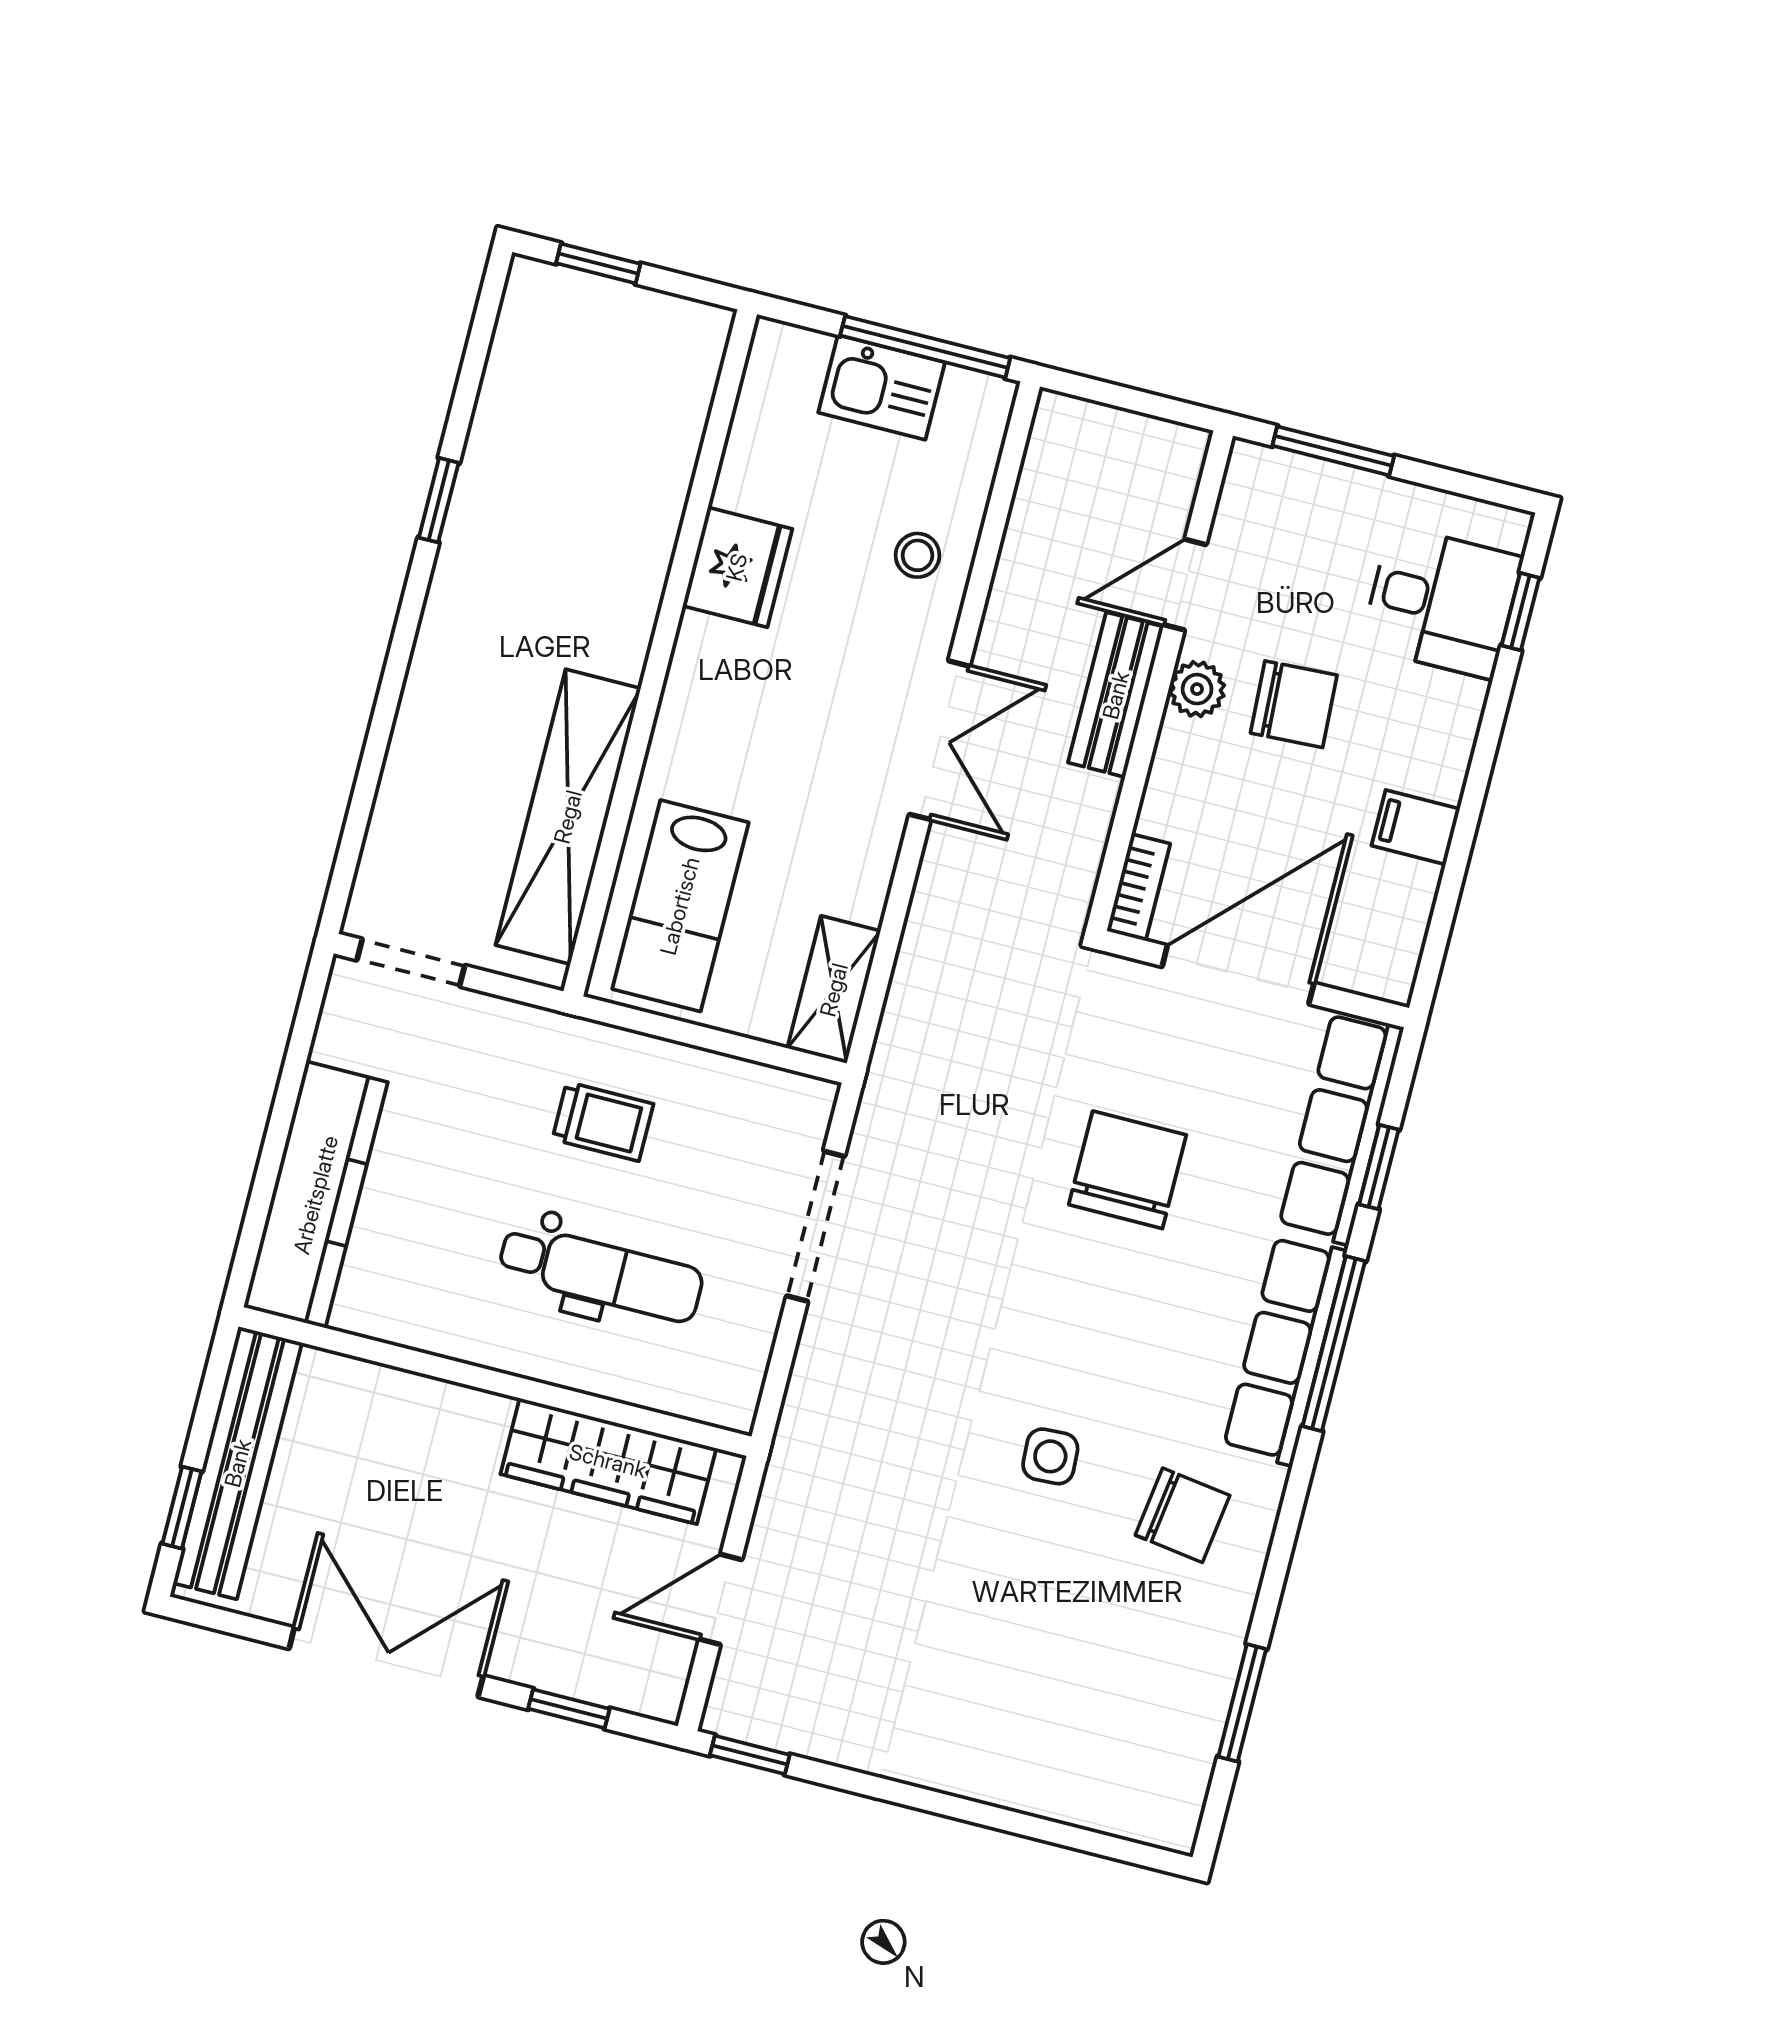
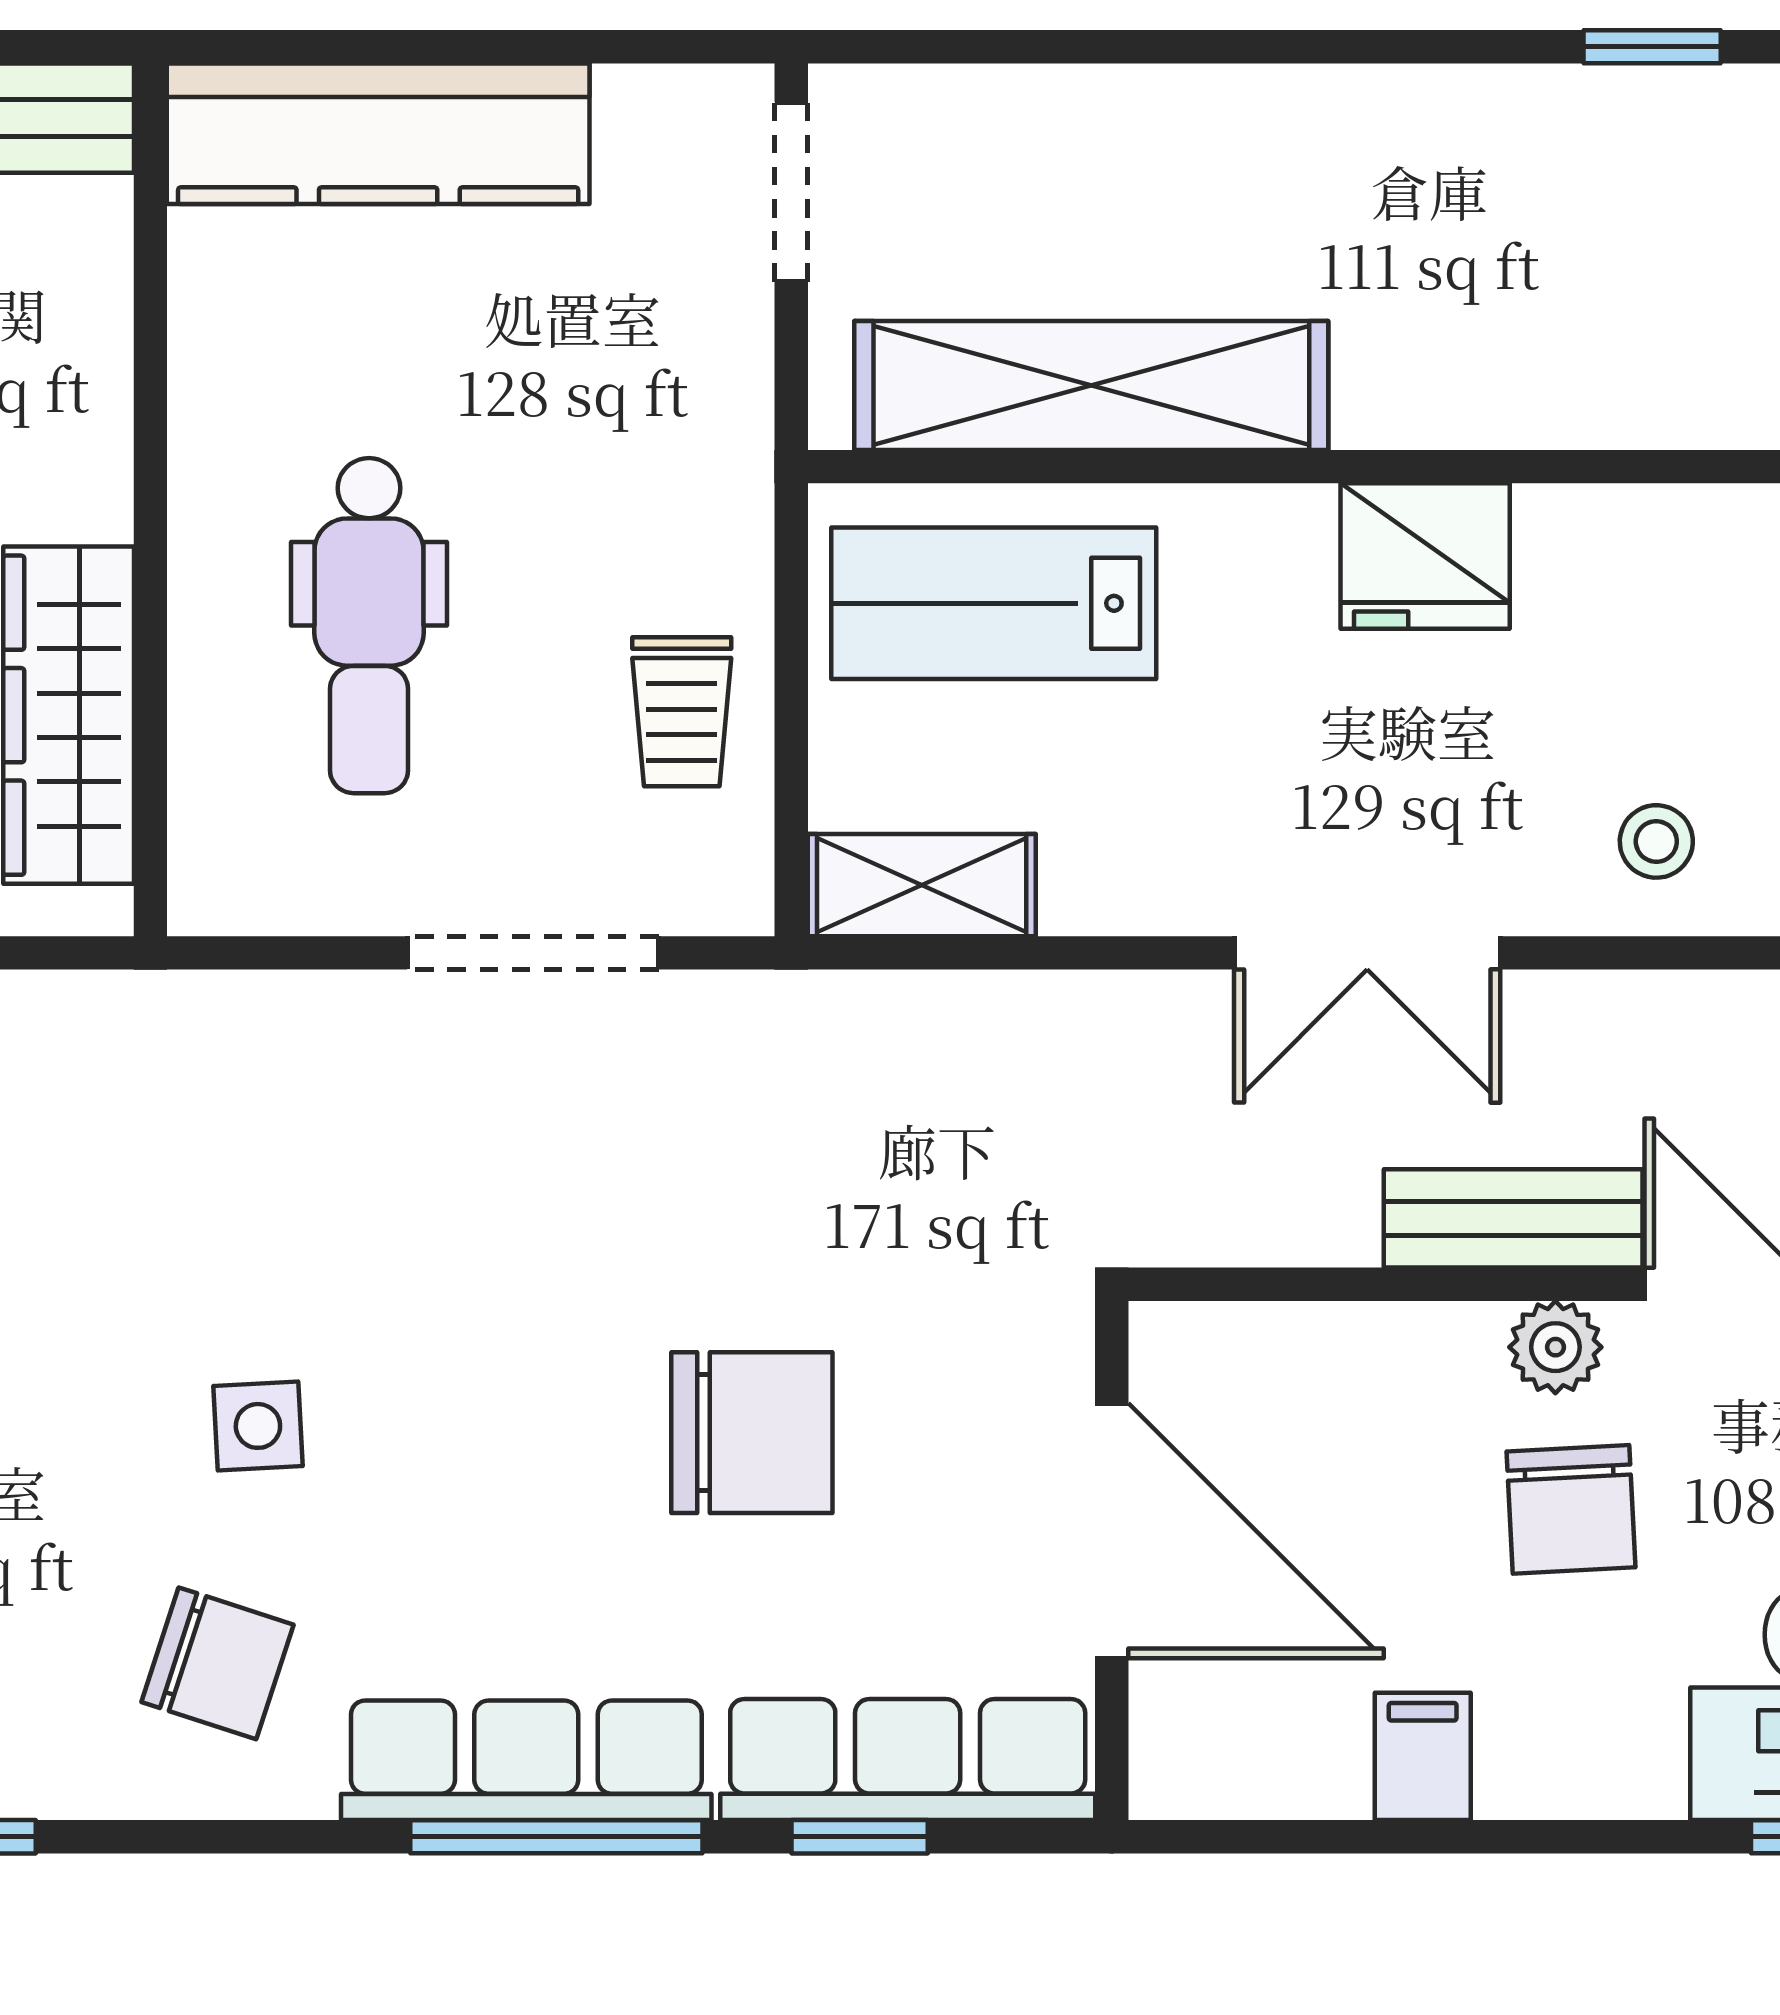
window: (439, 500) -> (1652, 47), moved
fridge: (737, 567) -> (1425, 556), moved
bookcase: (1138, 887) -> (1212, 1334), removed
trolley: (603, 1121) -> (682, 712), moved
chair: (1183, 1515) -> (217, 1663), turned -80

